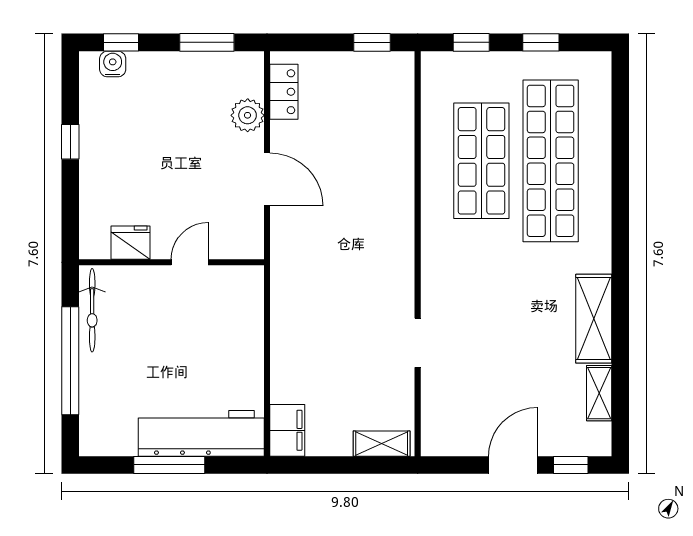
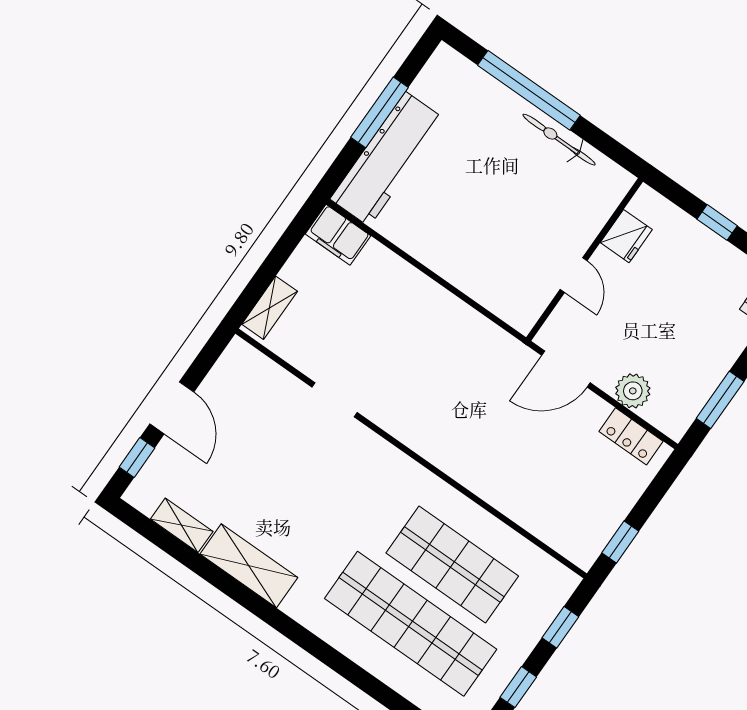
fridge: (130, 243) -> (626, 236), moved
wall: (172, 262) -> (585, 259), moved
door: (190, 262) -> (574, 275), moved

